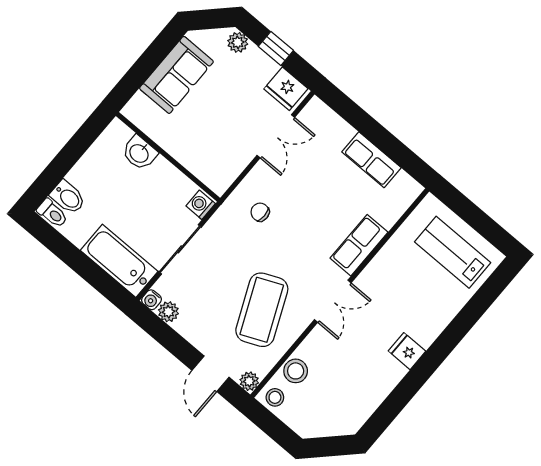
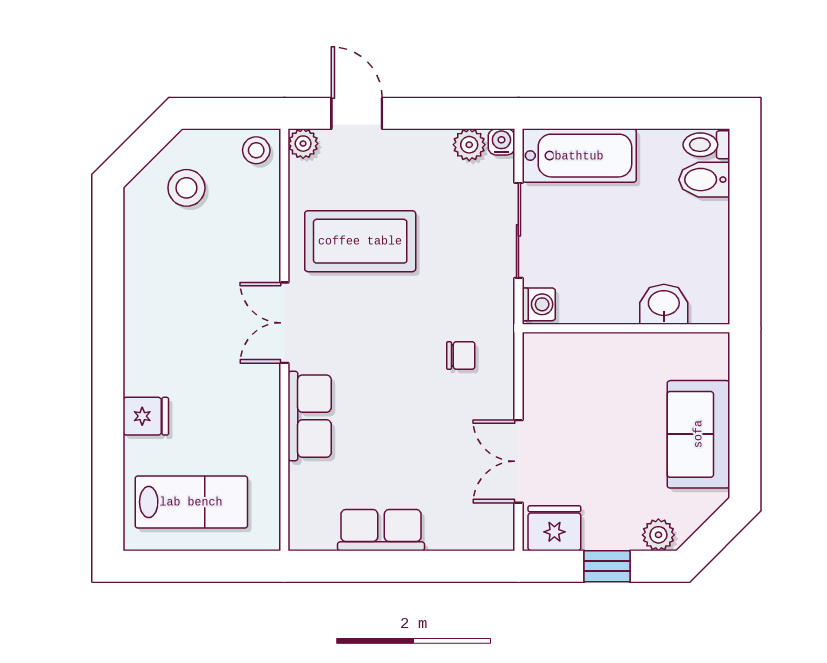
coffee table: (262, 310) -> (360, 241), turned -66
fridge: (407, 351) -> (146, 416), moved
stool: (296, 371) -> (186, 188), moved

